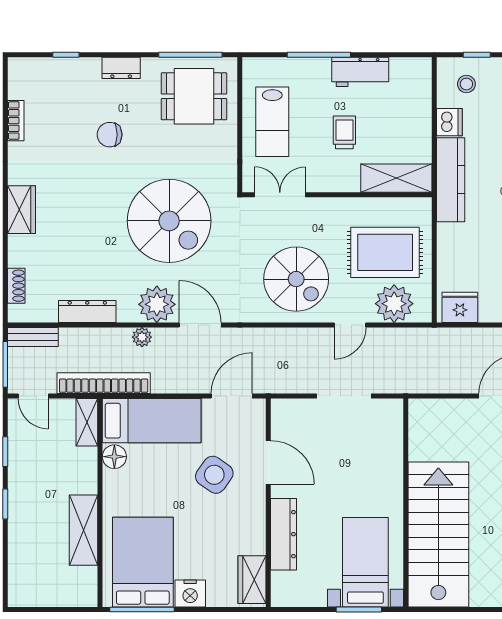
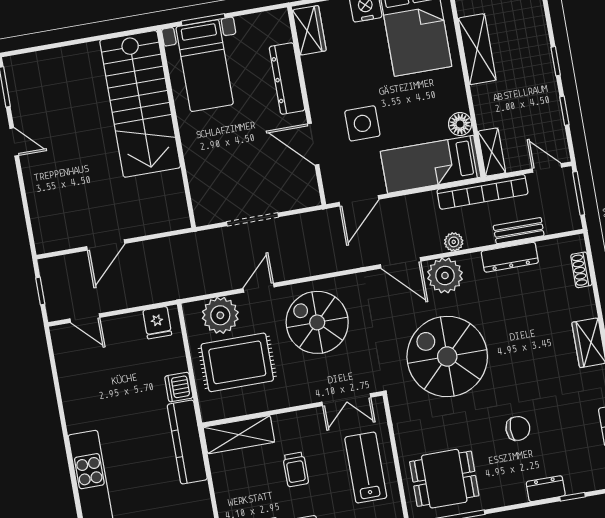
dresser: (121, 68) -> (546, 489), moved
dishwasher: (449, 122) -> (179, 387), moved
fridge: (460, 307) -> (157, 323), width x0.72
bench: (33, 337) -> (519, 231), moved
side table: (214, 475) -> (362, 123), turned -35

